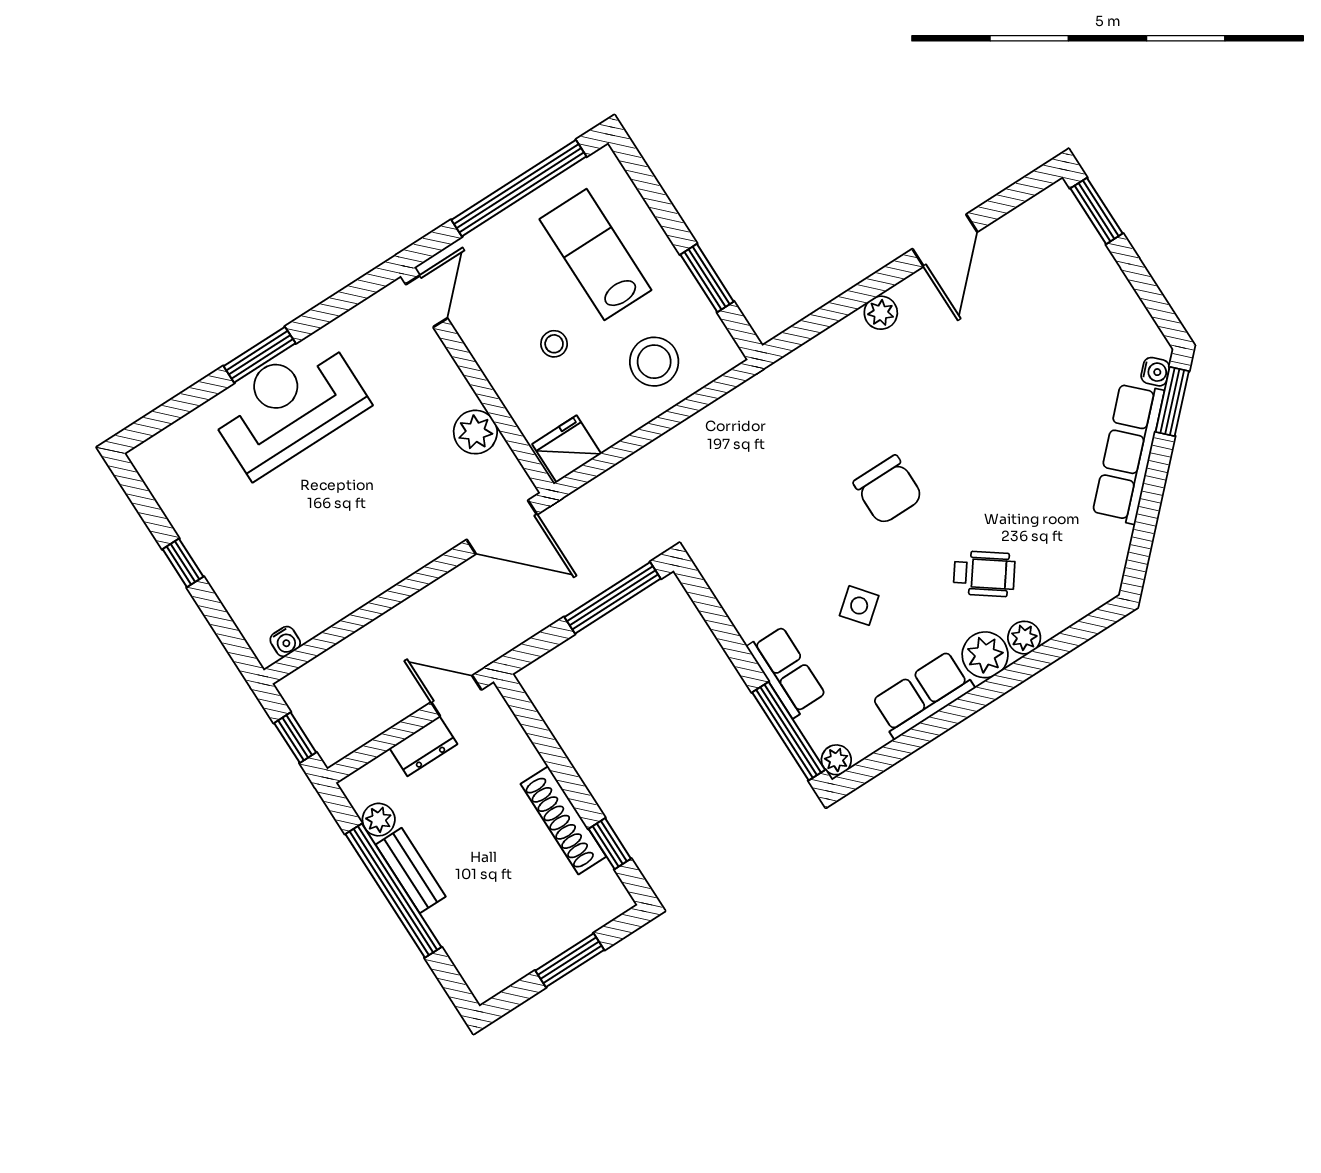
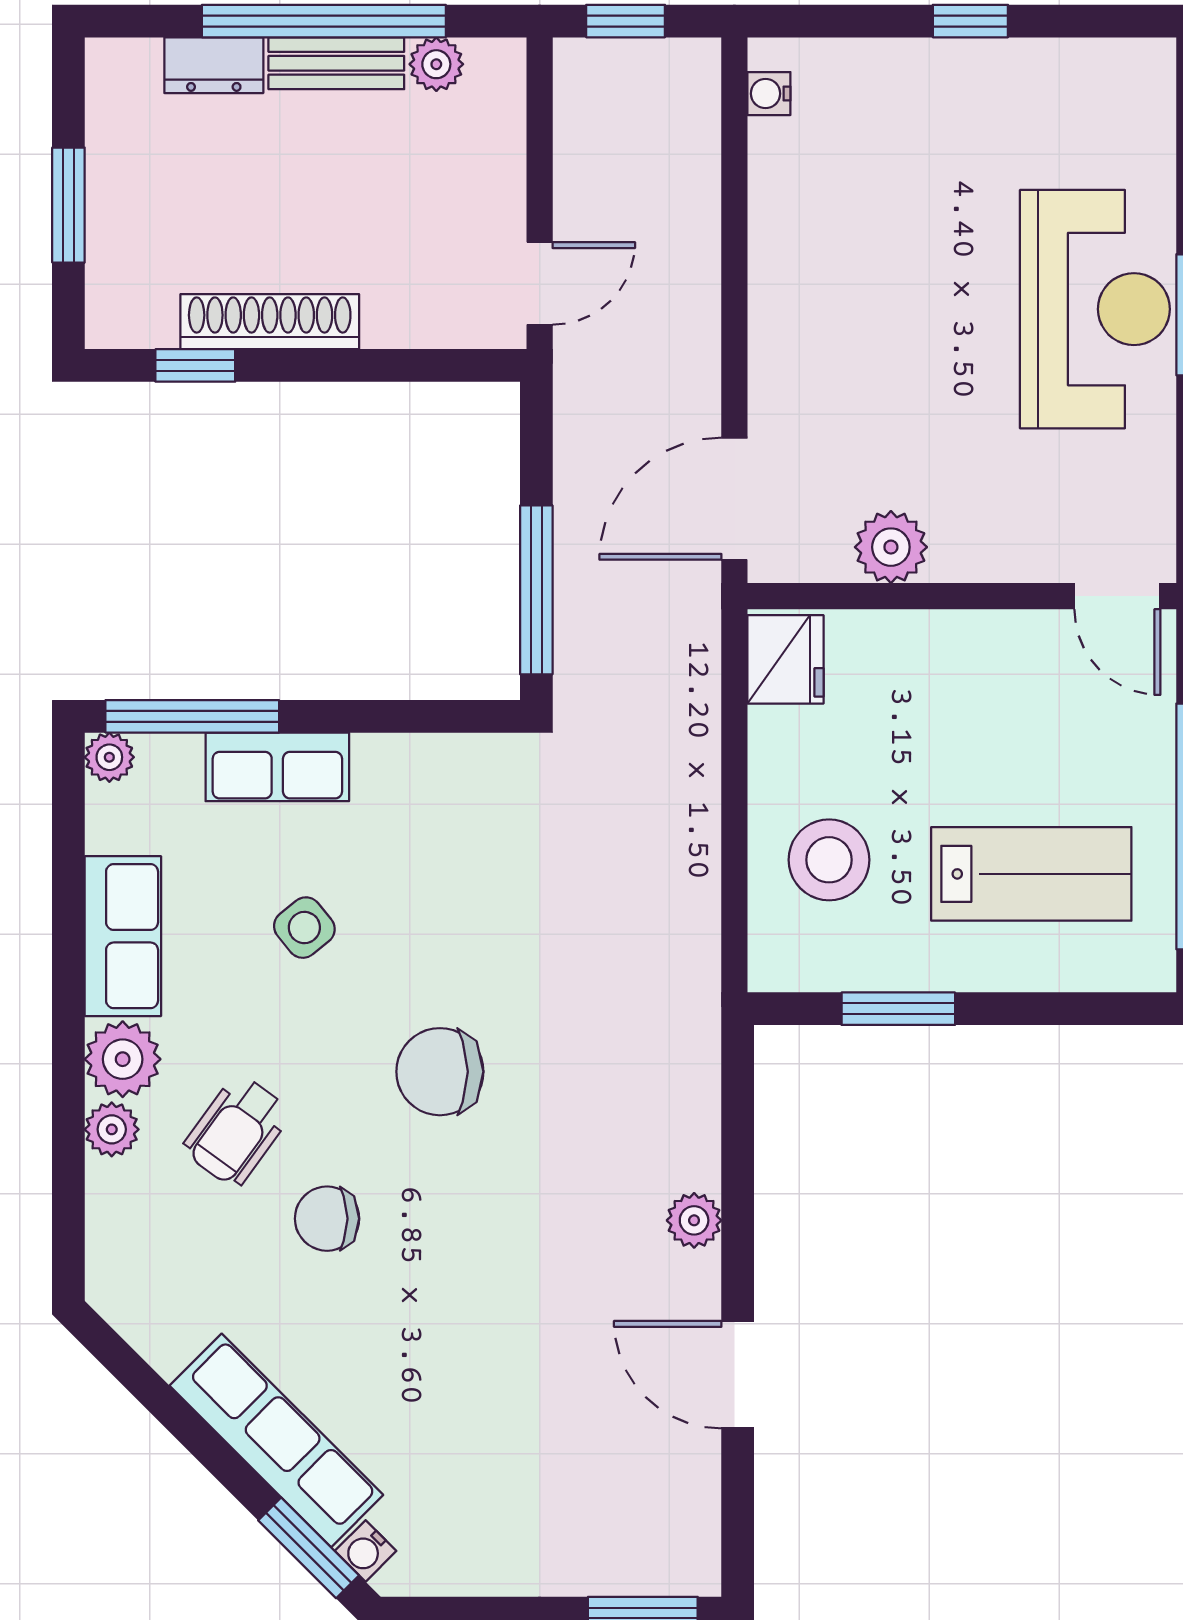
stool: (554, 344) -> (944, 736), removed
chair: (999, 499) -> (327, 1219), added
dresser: (423, 746) -> (214, 65), moved, turned -90

